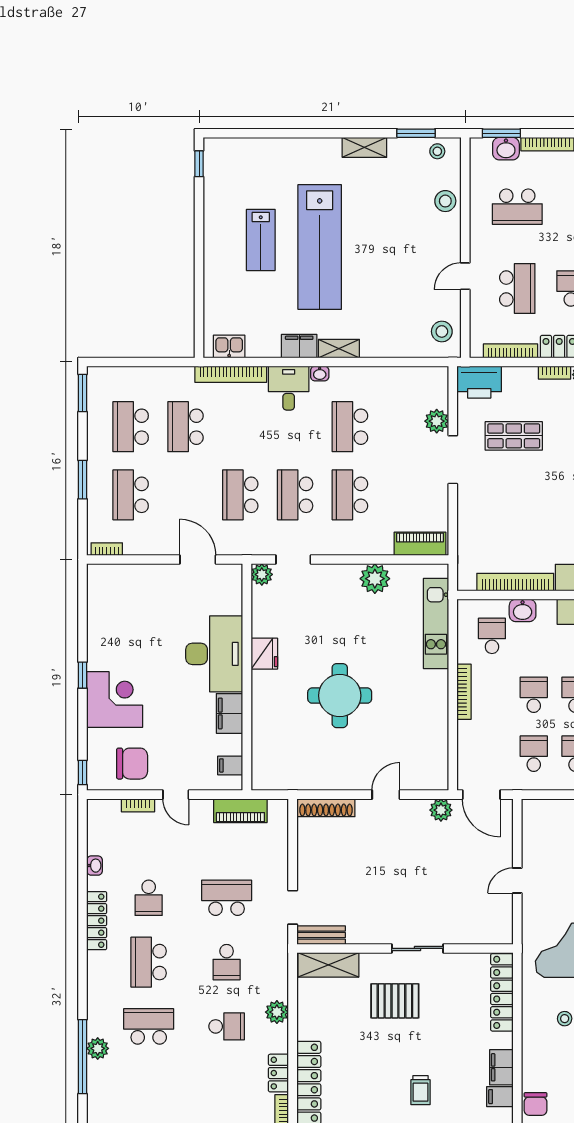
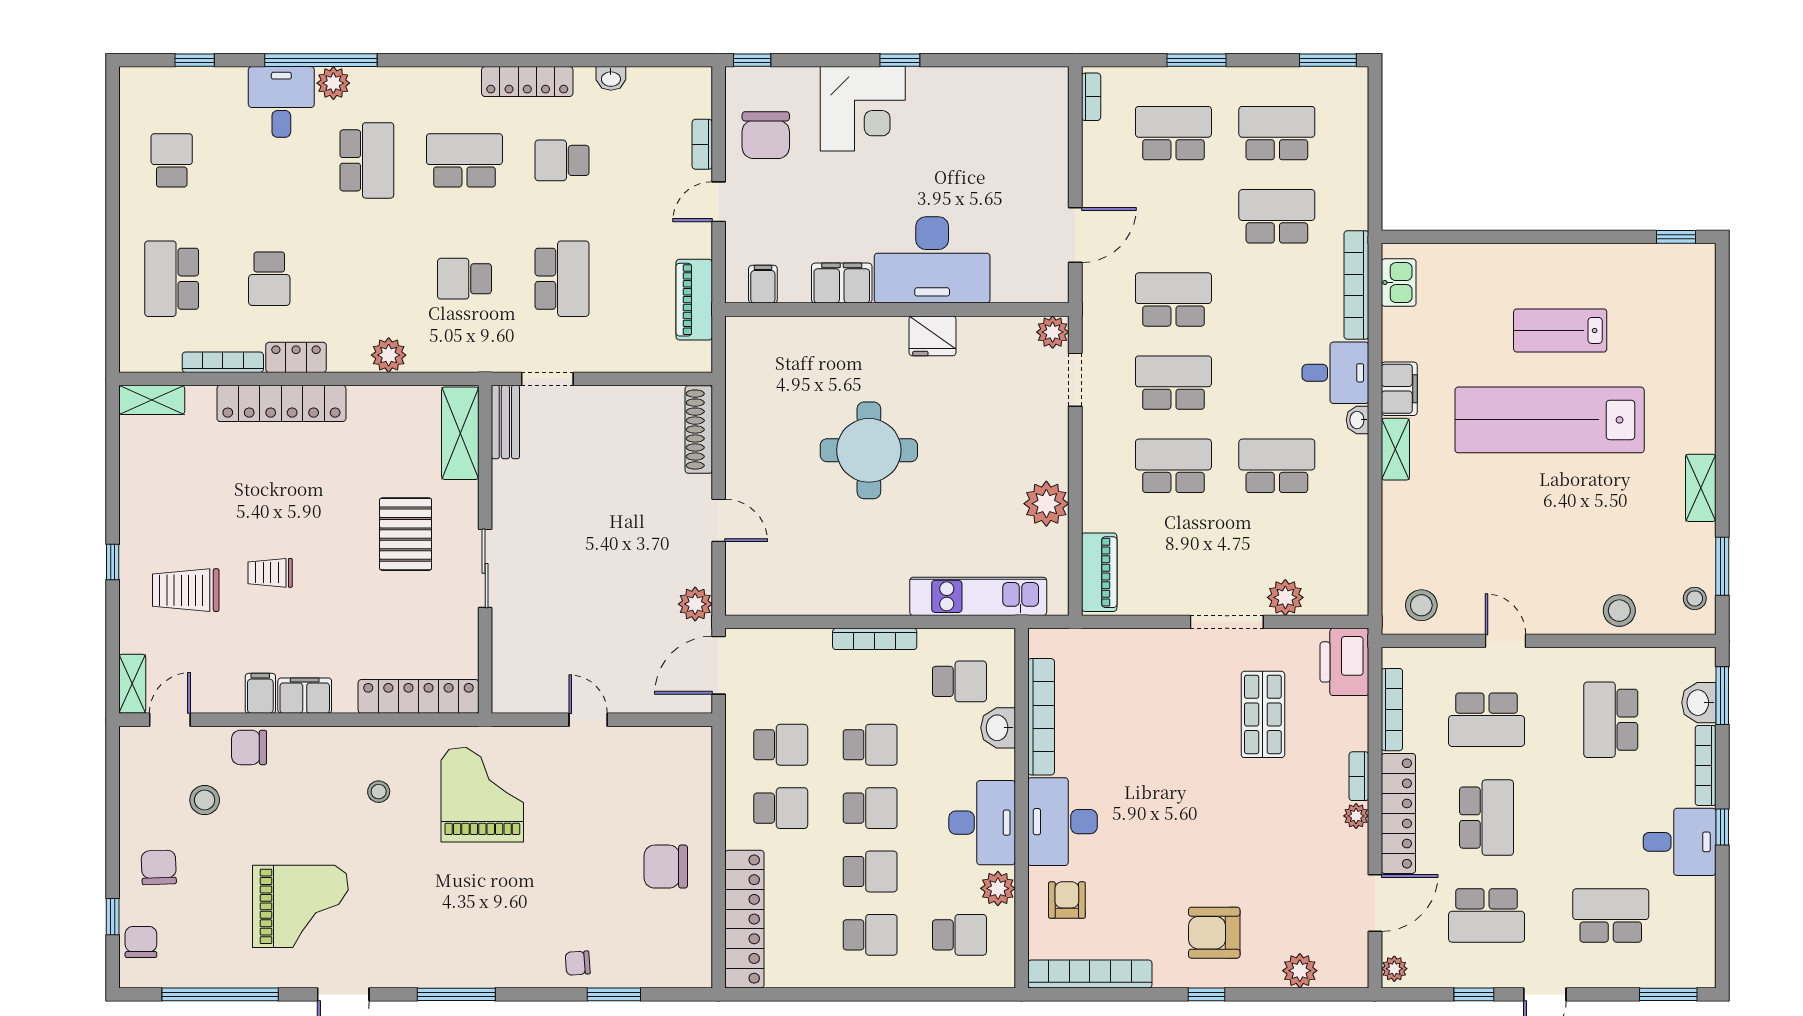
school desk: (227, 1026) -> (269, 279), moved
desk: (110, 1083) -> (281, 102), added

